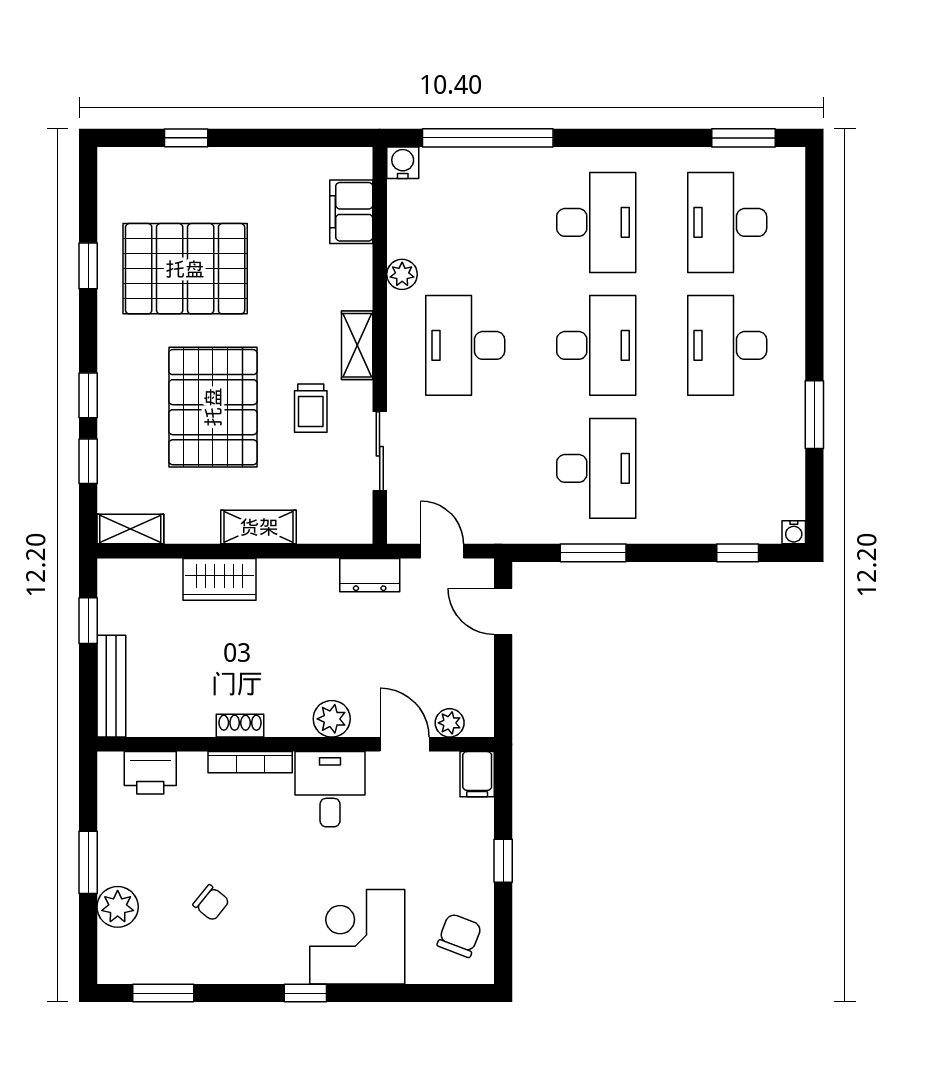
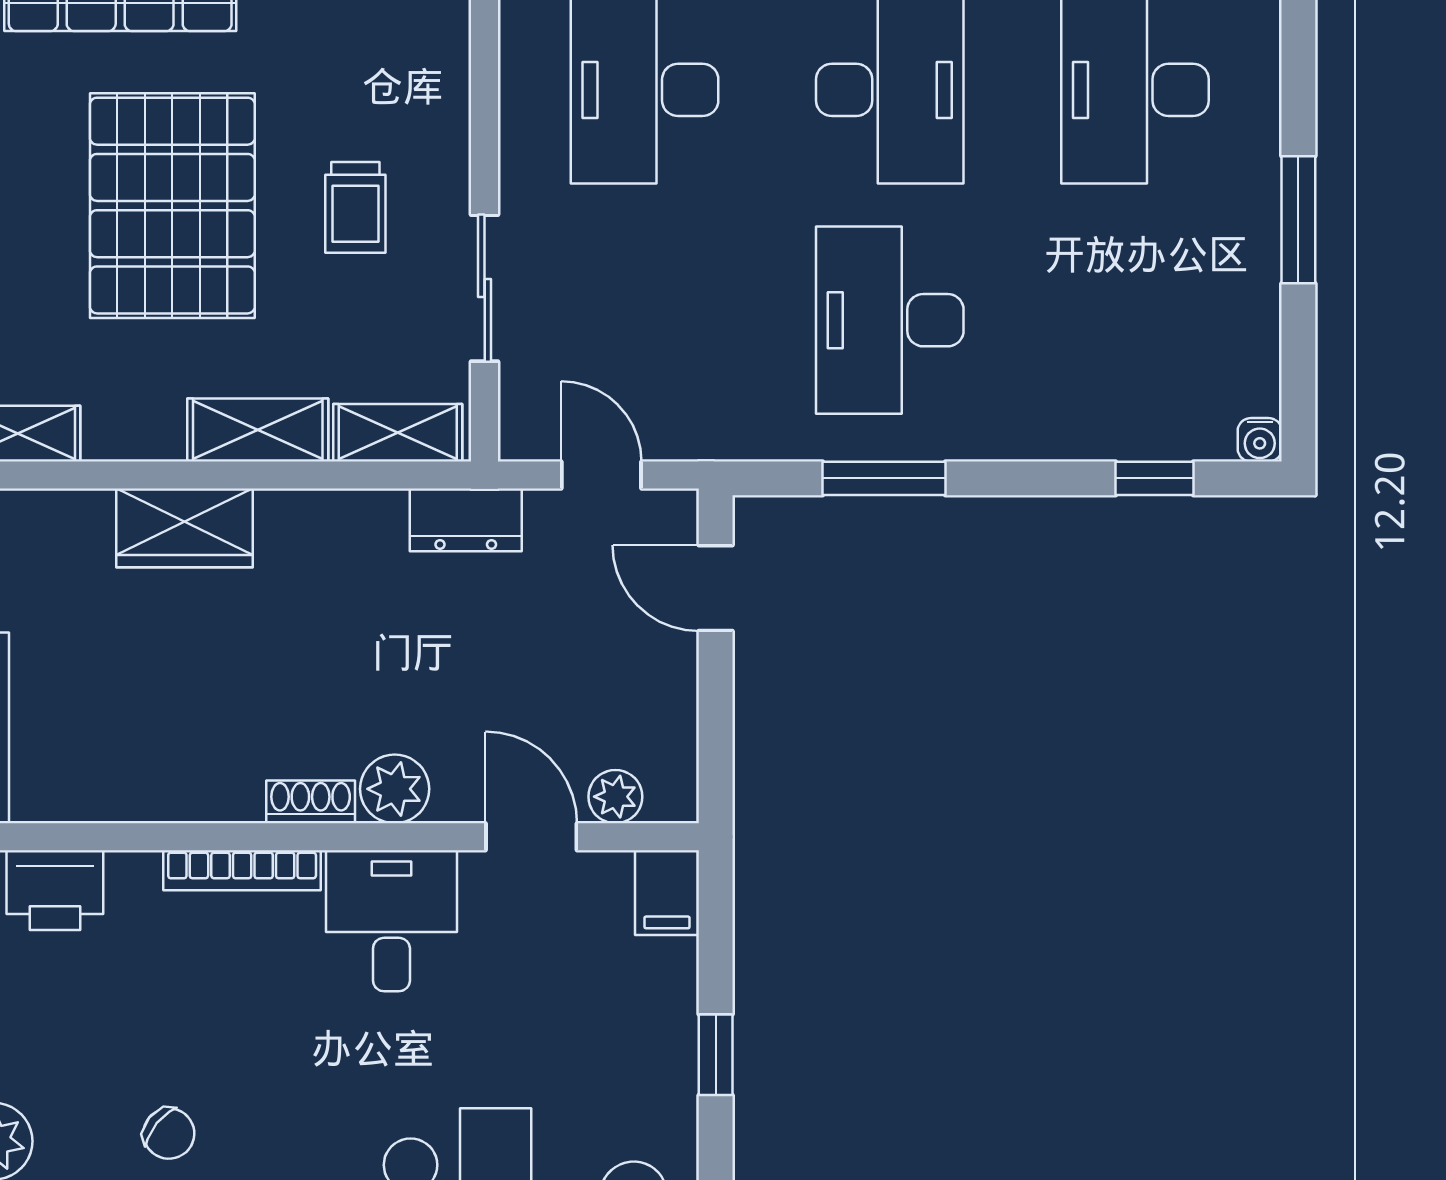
shelving: (357, 345) -> (398, 433), moved, turned 90
desk: (596, 468) -> (890, 320), turned 180
shoe rack: (240, 726) -> (311, 802), moved

